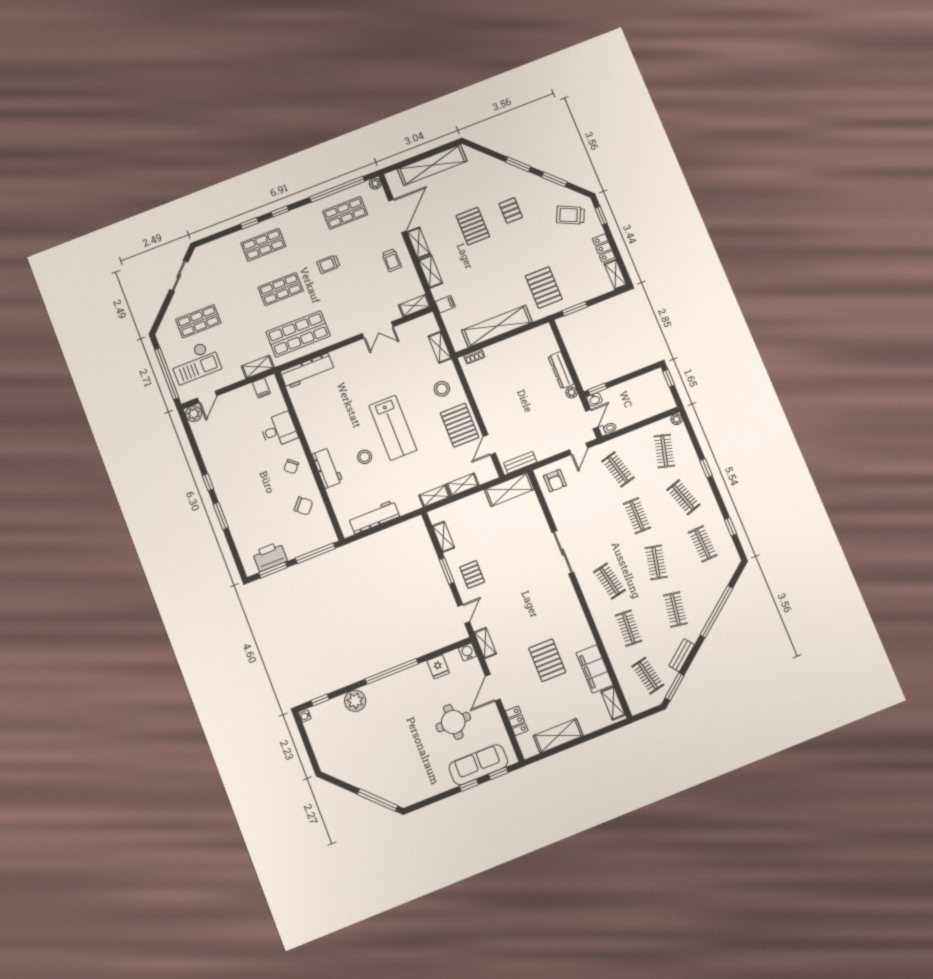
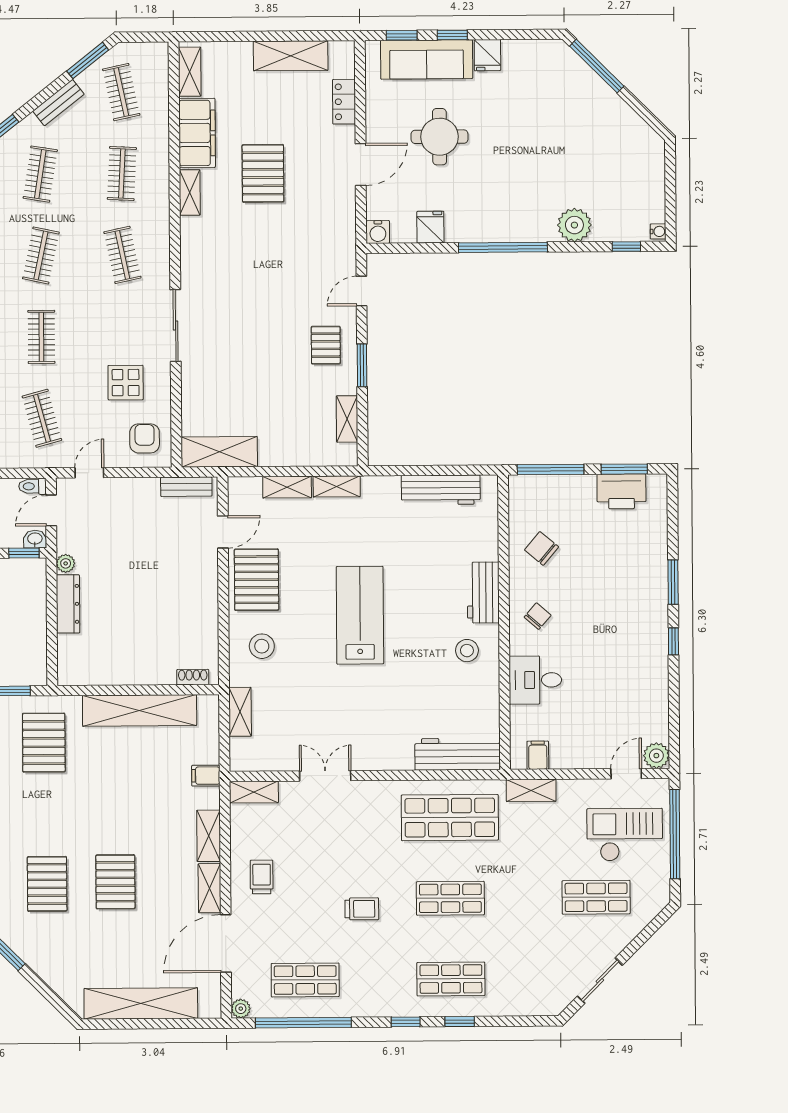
pallet: (511, 210) -> (47, 884), width x1.50, depth x1.42
stool: (365, 457) -> (467, 651), moved
display table: (578, 508) -> (126, 383), added
shelving: (485, 643) -> (190, 192), moved
fridge: (444, 781) -> (487, 55), added

